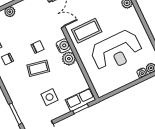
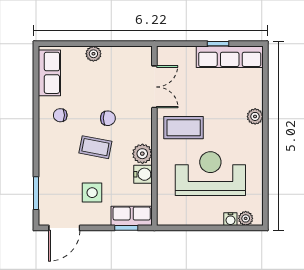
water cooler: (63, 46) -> (143, 174), moved
reception desk: (116, 51) -> (210, 174), turned 180

